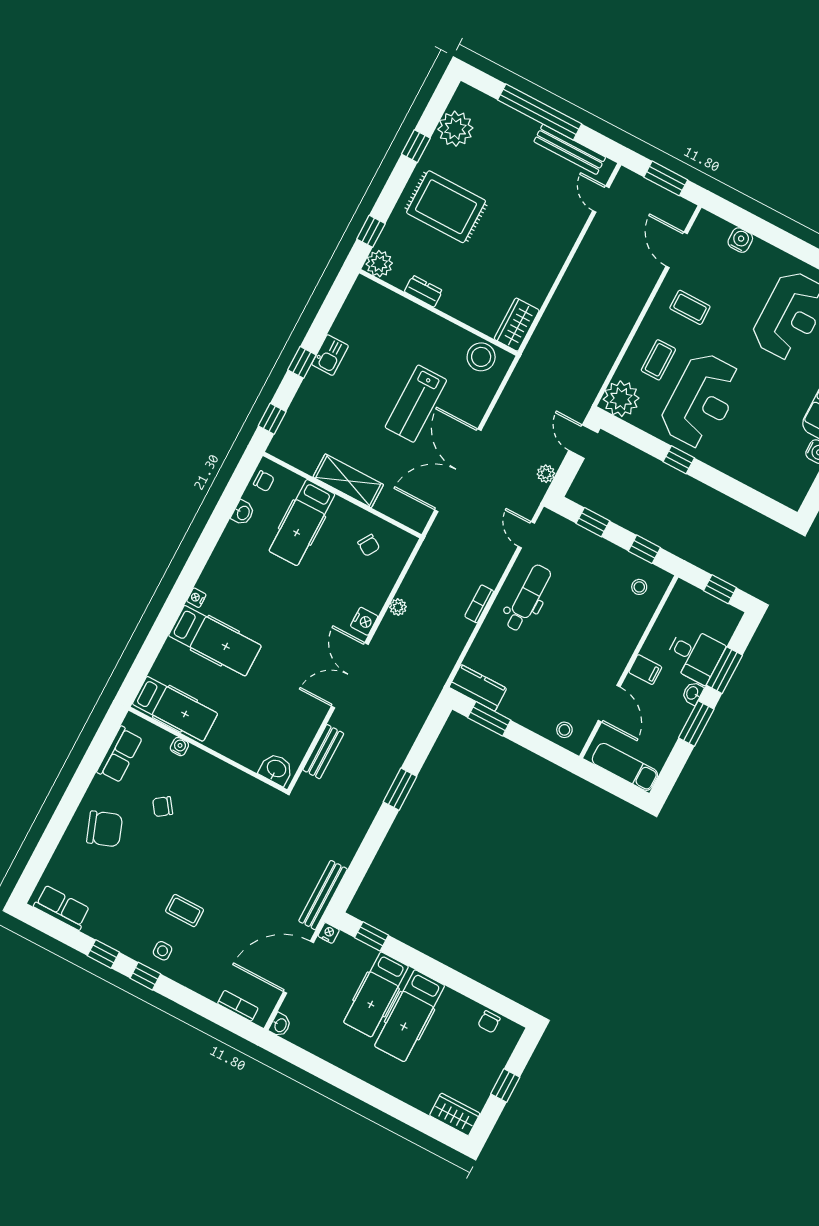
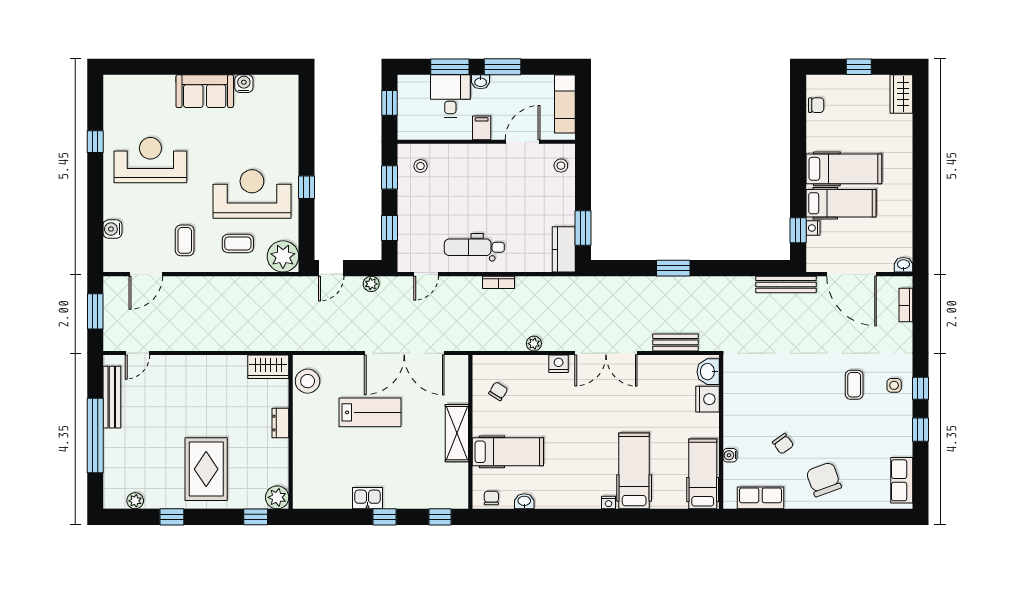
plant: (455, 129) -> (135, 501), width x0.53, depth x0.53
dresser: (423, 291) -> (280, 423), moved
nightstand: (248, 754) -> (707, 399), added
nightstand: (329, 933) -> (813, 228), moved

